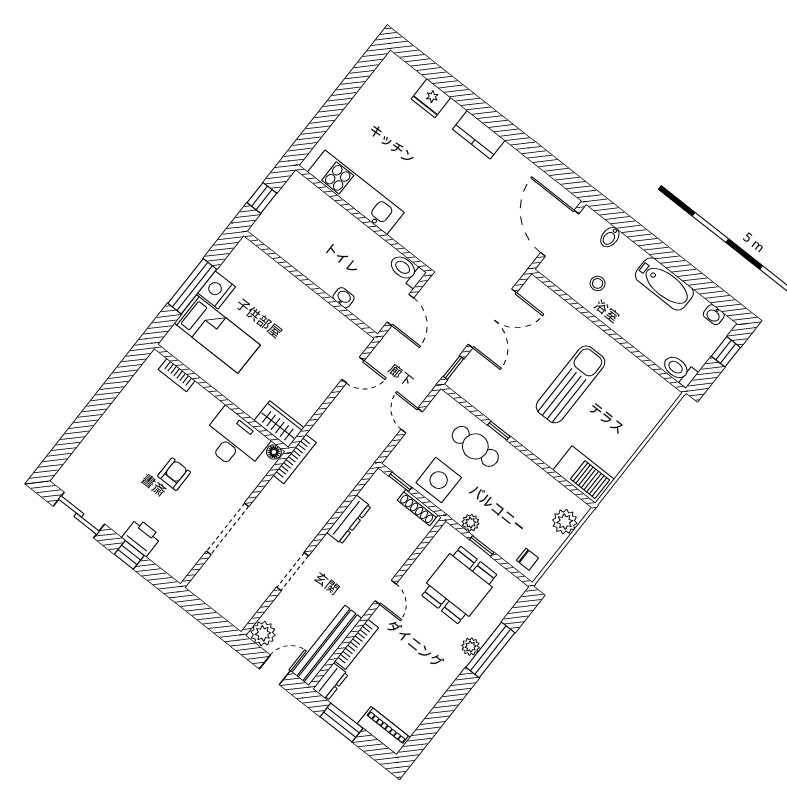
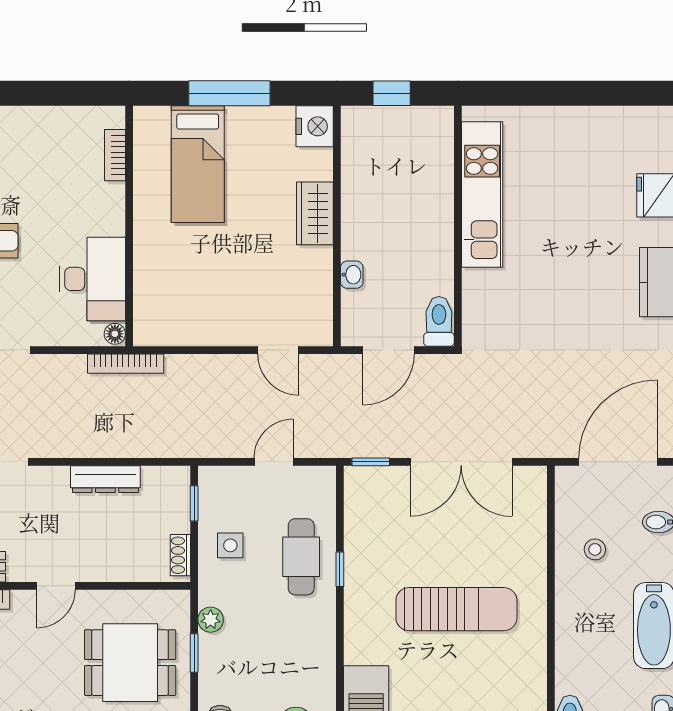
nightstand: (217, 290) -> (315, 126), moved, turned 90
wardrobe: (279, 424) -> (315, 213), moved, turned 180
side table: (439, 480) -> (230, 545), width x0.54, depth x0.54
shoe rack: (418, 508) -> (180, 555), width x0.70

